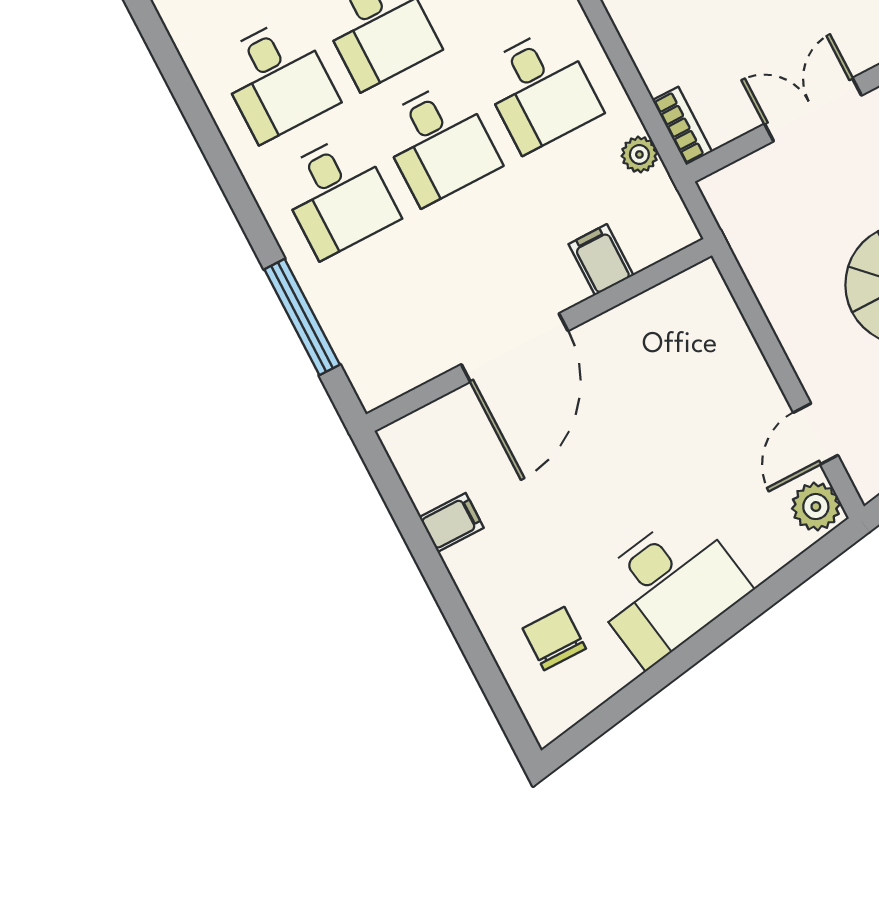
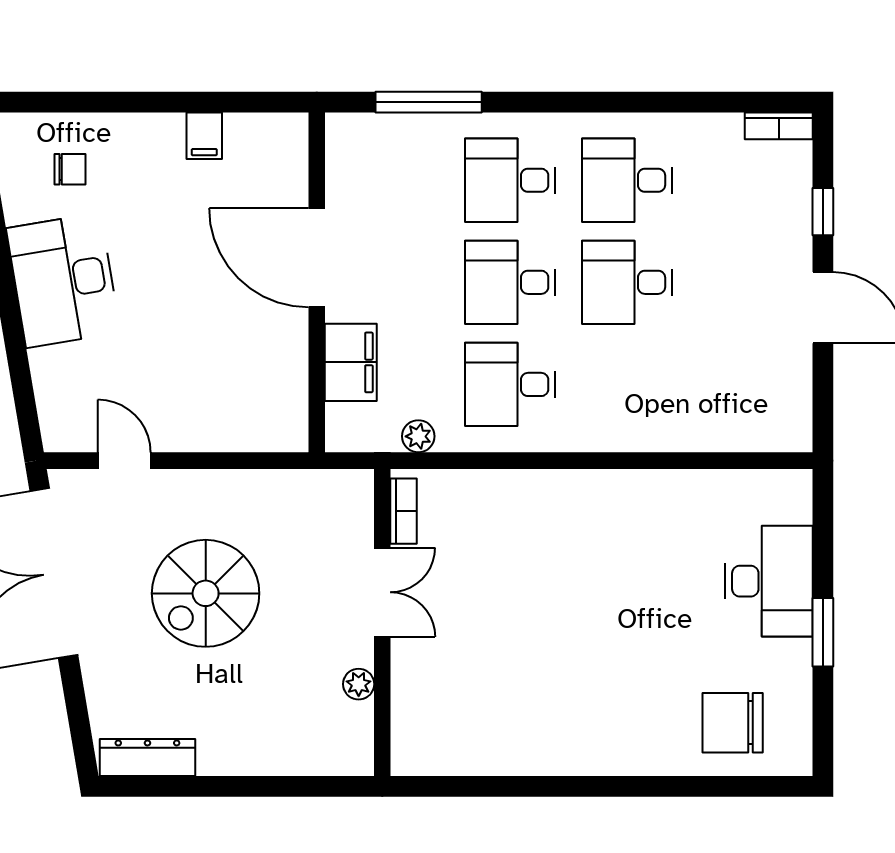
bookcase: (682, 126) -> (404, 511), moved, turned -90
filing cabinet: (601, 260) -> (351, 362), width x2.00
plant: (816, 507) -> (67, 431), removed
chair: (554, 639) -> (70, 169), width x0.73, depth x0.73

